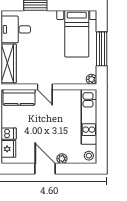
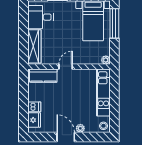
window: (102, 49) -> (114, 23), moved
door: (45, 87) -> (66, 67), swing flipped

